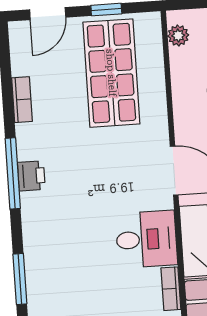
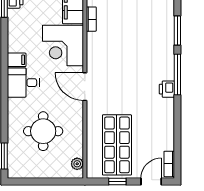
bookcase: (22, 100) -> (169, 164), moved
window: (13, 173) -> (177, 74), moved
desk: (146, 239) -> (103, 48), removed

